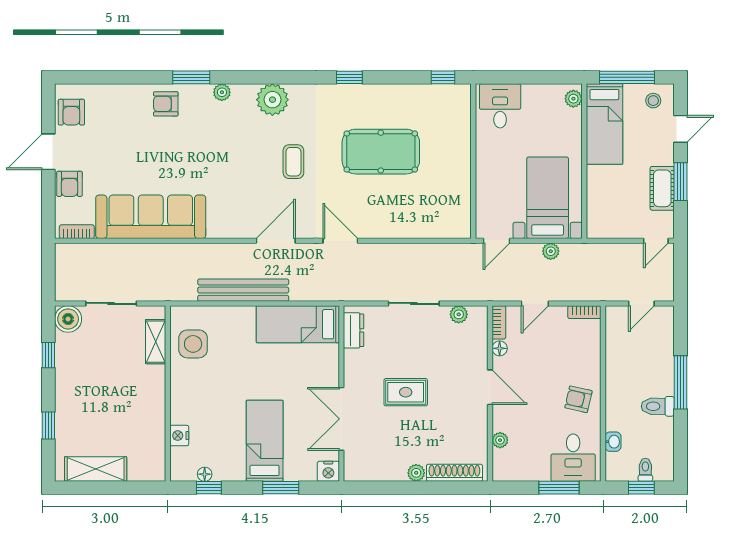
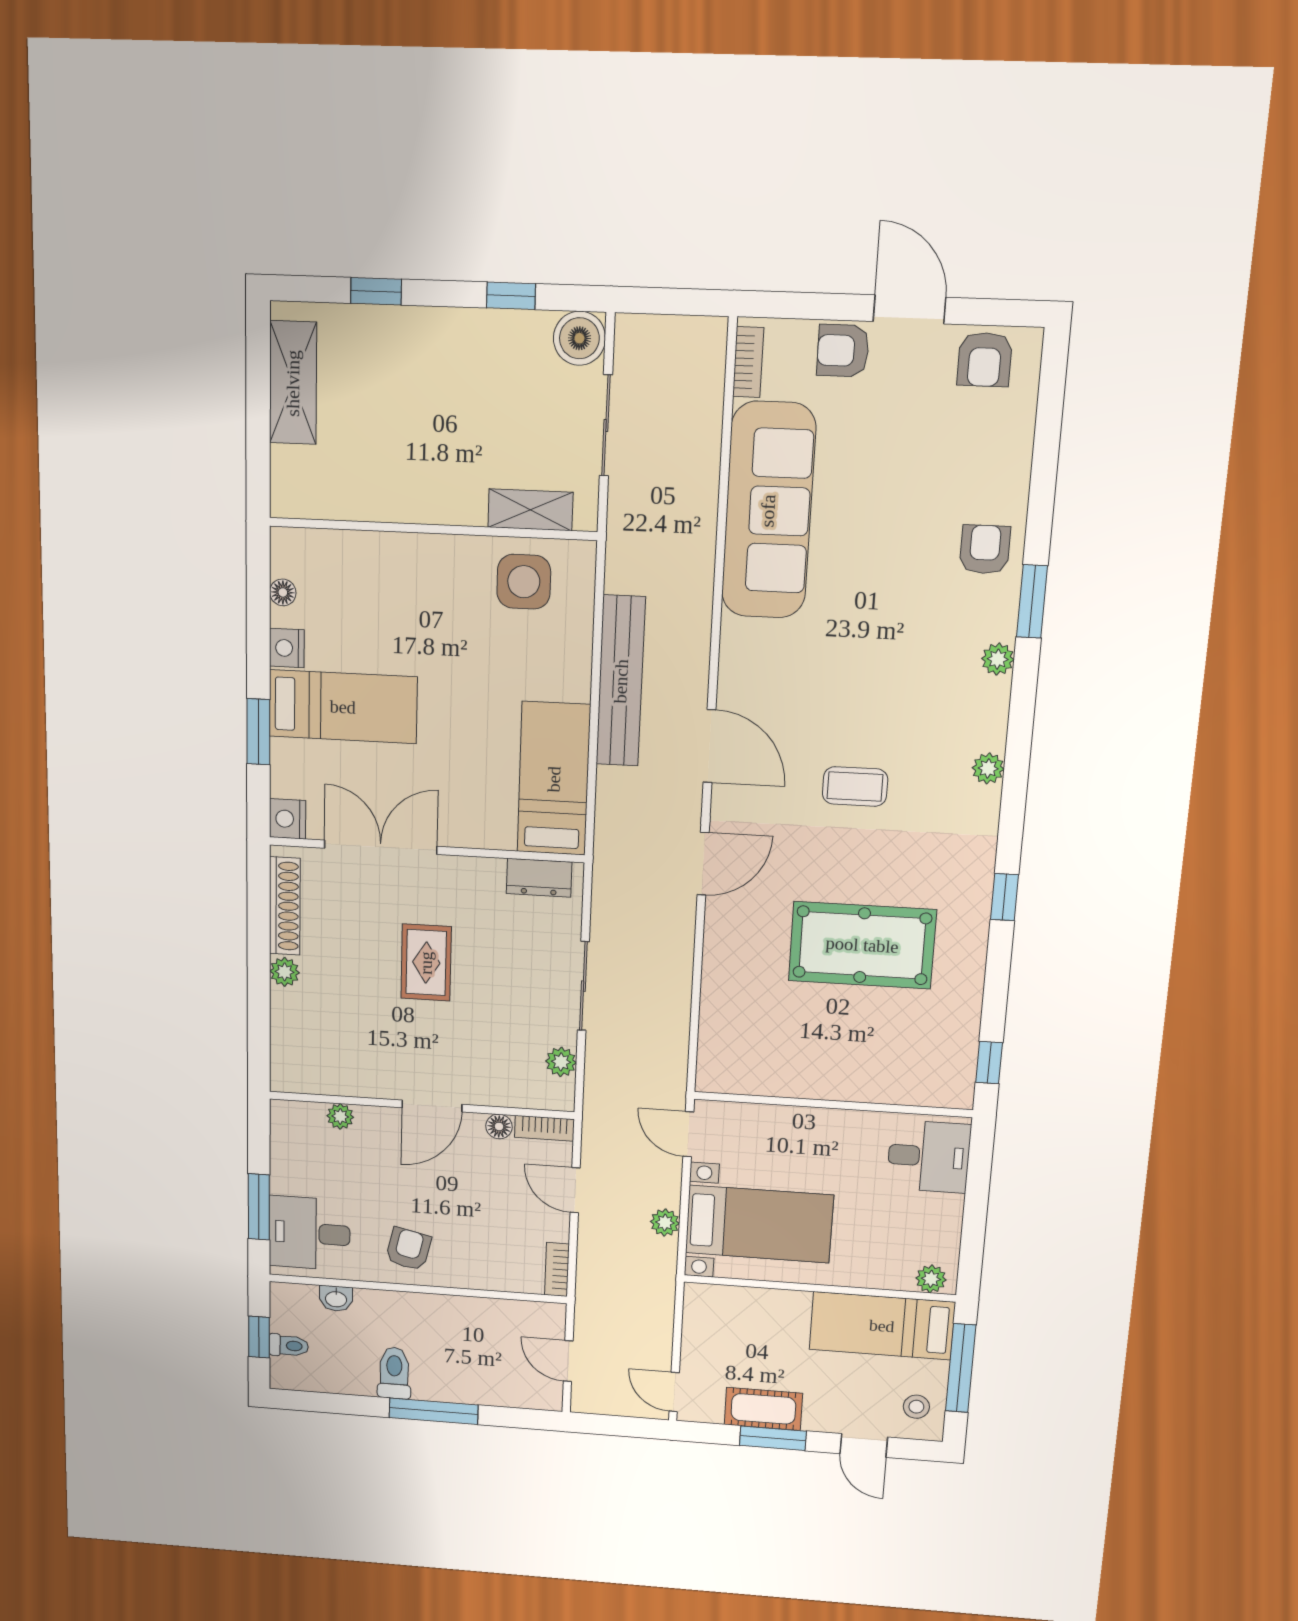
plant: (272, 100) -> (988, 768), width x0.53, depth x0.53
armchair: (71, 112) -> (985, 360), turned -90
pool table: (381, 152) -> (862, 945), turned 90
nightstand: (179, 436) -> (287, 648), moved, turned -90
shoe rack: (454, 473) -> (285, 906), moved
window: (209, 488) -> (258, 599), removed

